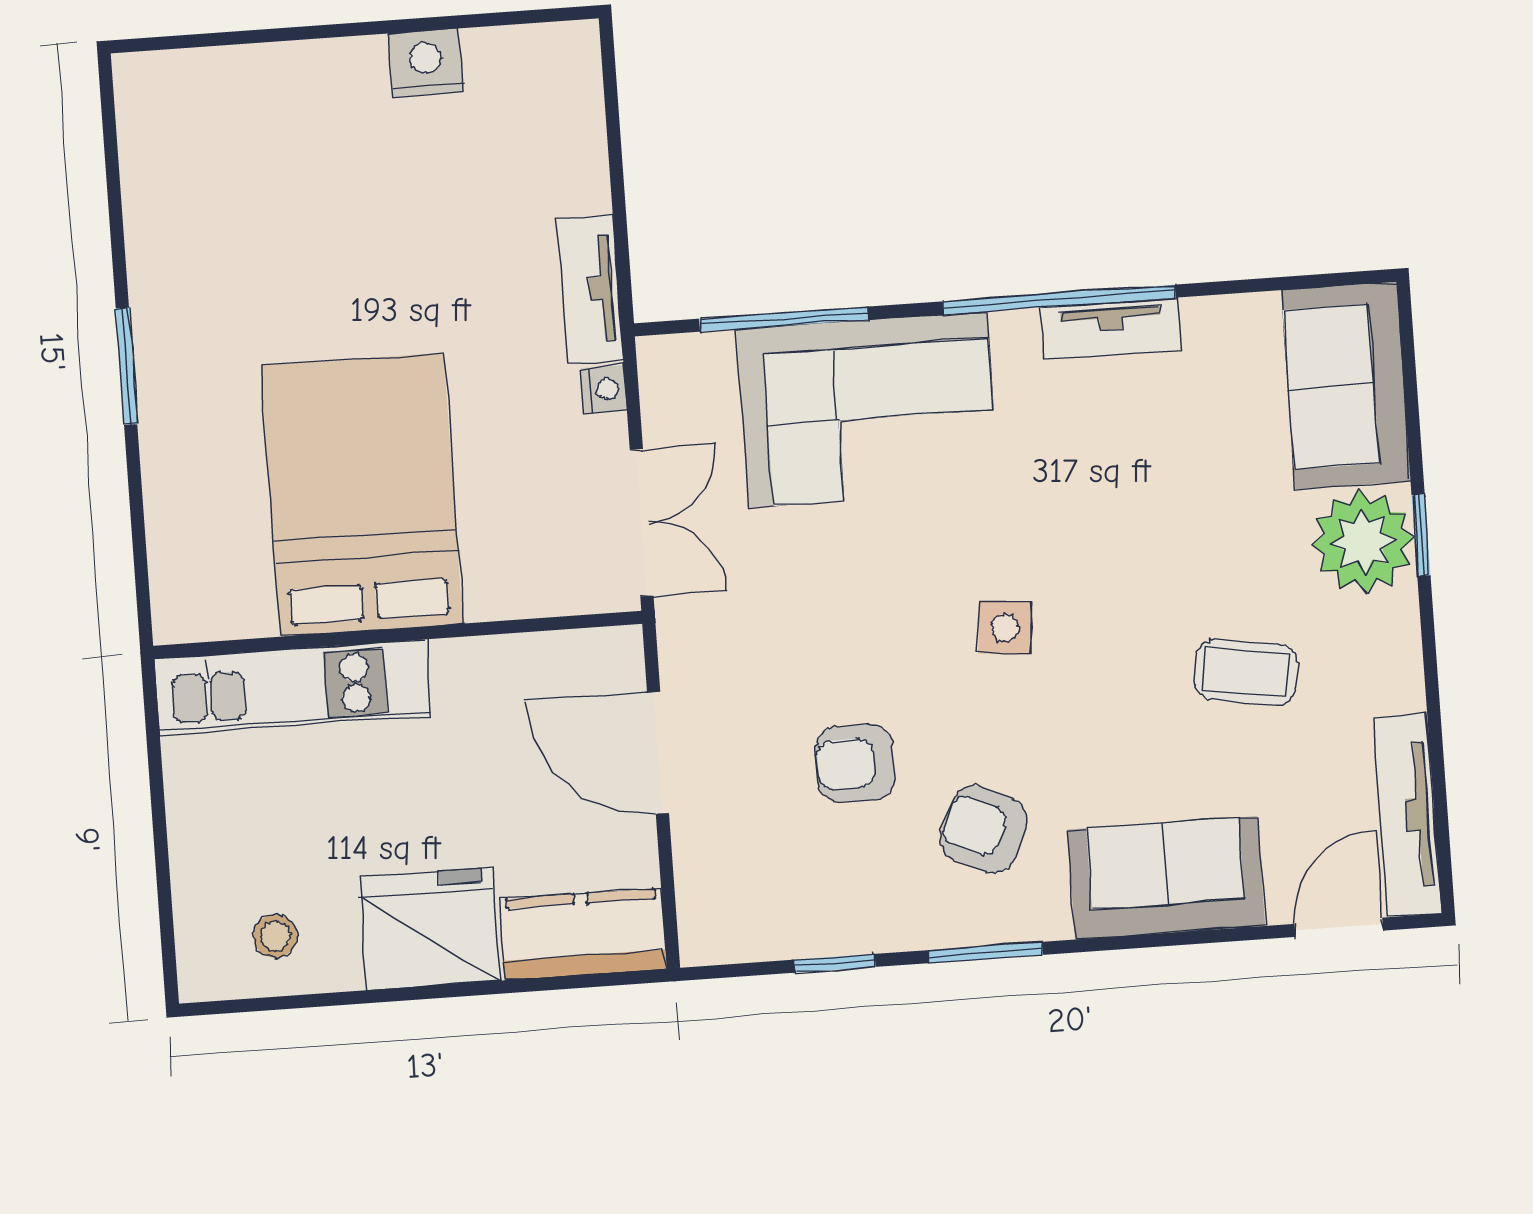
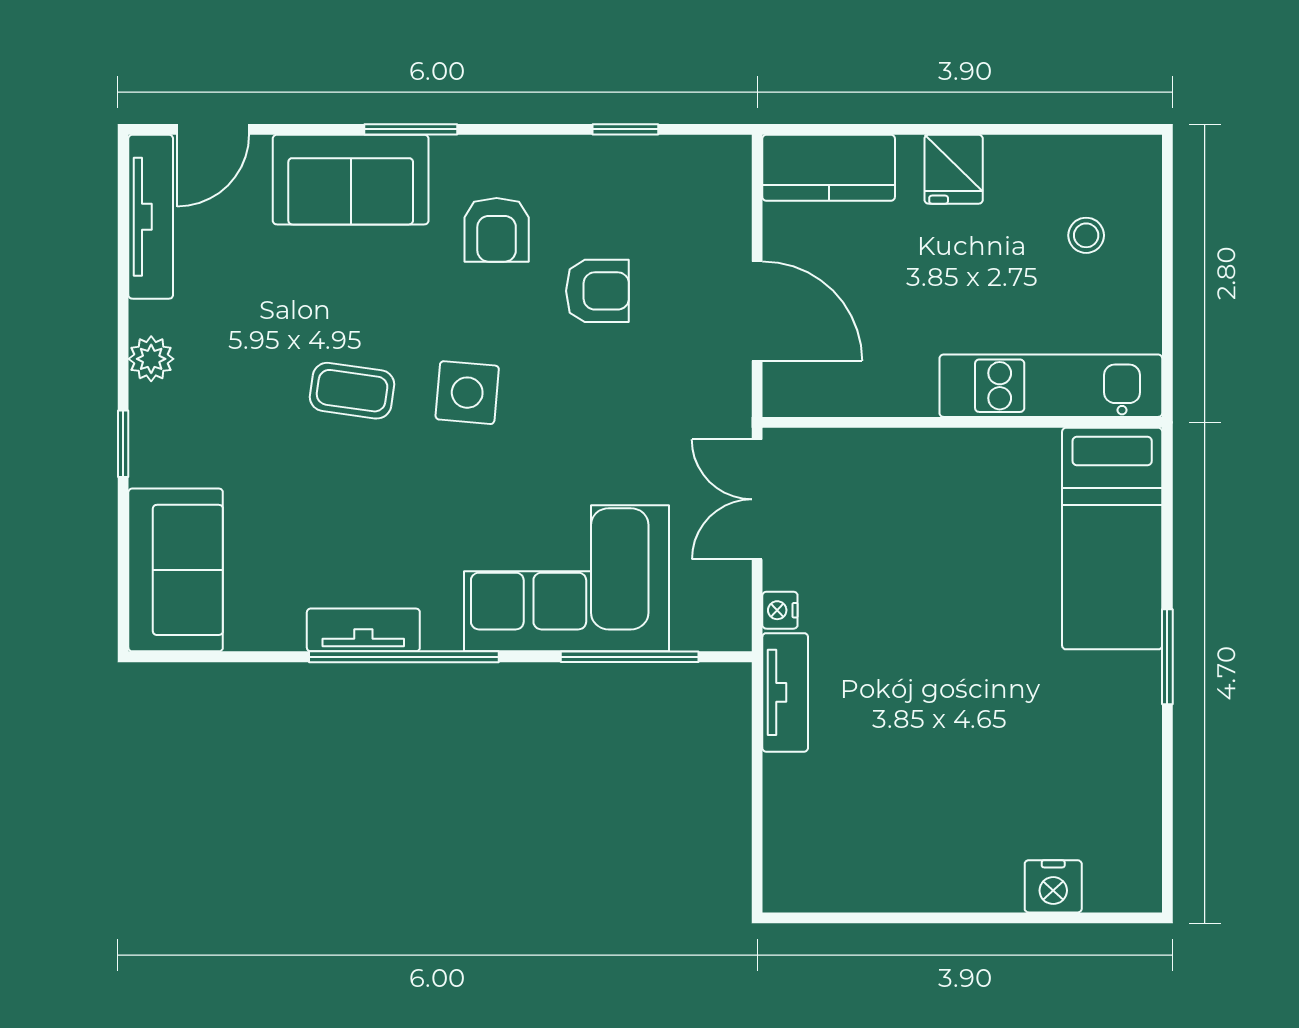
nightstand: (426, 63) -> (1053, 886), moved
bed: (362, 495) -> (1112, 539), moved, width x0.67
plant: (1363, 542) -> (151, 359), moved, width x0.53, depth x0.53
side table: (1005, 628) -> (467, 393), width x1.37, depth x1.37
coffee table: (1246, 672) -> (352, 391), moved
armchair: (984, 829) -> (497, 230), turned 65
fridge: (429, 929) -> (954, 169), width x0.53, depth x0.75
stool: (275, 936) -> (1086, 235), moved
window: (986, 952) -> (411, 129), moved

